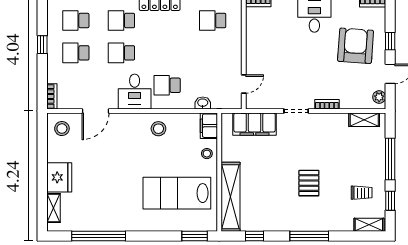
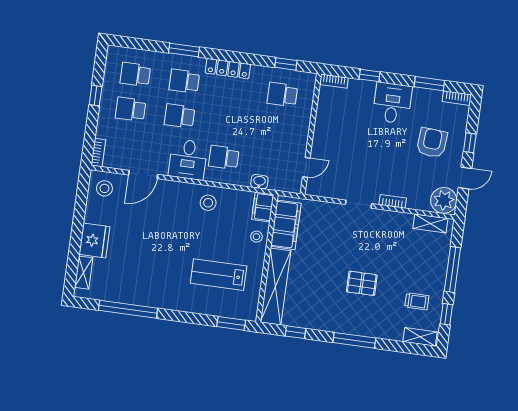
armchair: (356, 46) -> (432, 143), width x0.73, depth x0.73
plant: (379, 97) -> (444, 200), width x1.88, depth x1.88
filing cabinet: (255, 124) -> (286, 225), moved, turned -90
pallet: (309, 183) -> (362, 283), turned 90
lab bench: (177, 193) -> (219, 275), width x0.73, depth x0.72

